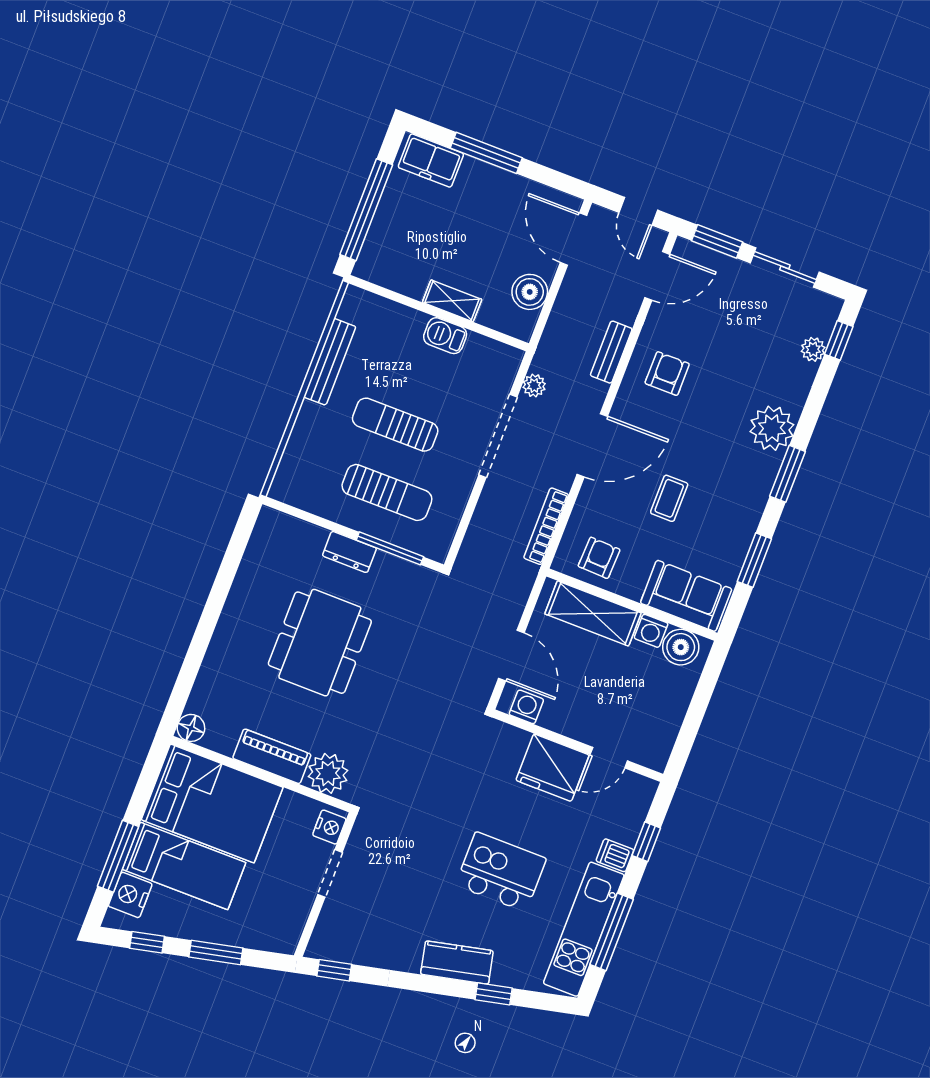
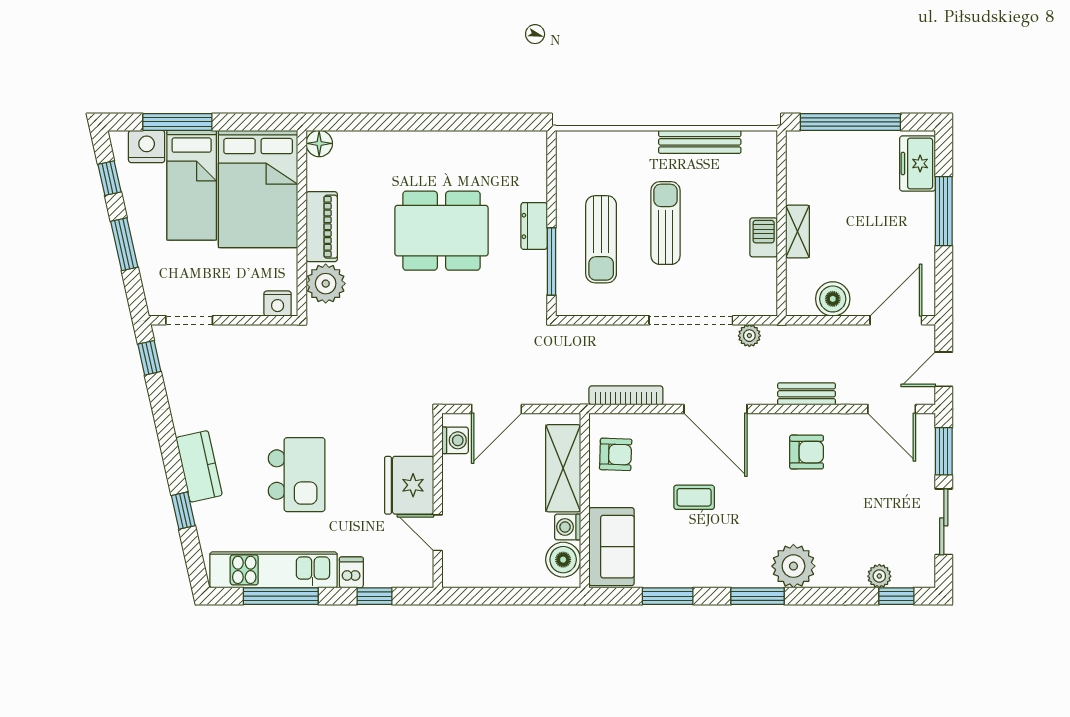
doorway: (330, 873) -> (189, 320), moved

